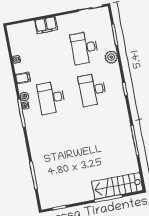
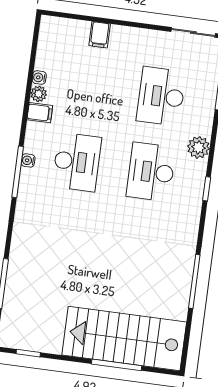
filing cabinet: (46, 25) -> (100, 35), width x0.50
plant: (111, 57) -> (198, 147), moved
plant: (24, 96) -> (39, 94), moved
desk: (51, 98) -> (77, 162), turned 180
stairs: (117, 186) -> (124, 339), width x1.36, depth x1.51

